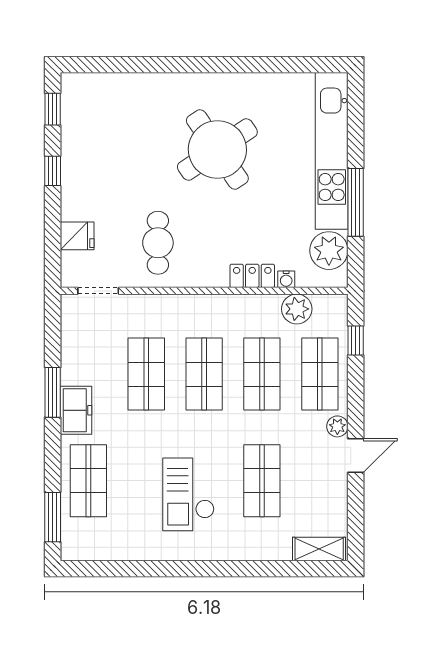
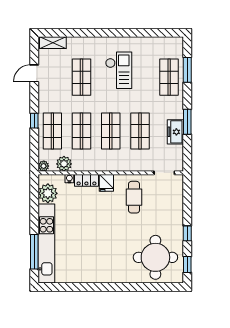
round table: (217, 149) -> (155, 257), moved, turned 34
window: (356, 202) -> (34, 252), moved
fridge: (77, 236) -> (106, 183), moved, turned -90
window: (356, 341) -> (34, 121), moved
freezer: (76, 410) -> (175, 132), moved
plant: (337, 426) -> (44, 166), moved
door: (356, 455) -> (34, 73), moved
window: (53, 517) -> (187, 70), moved

